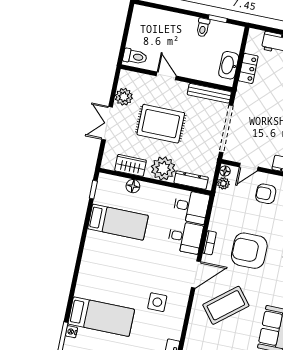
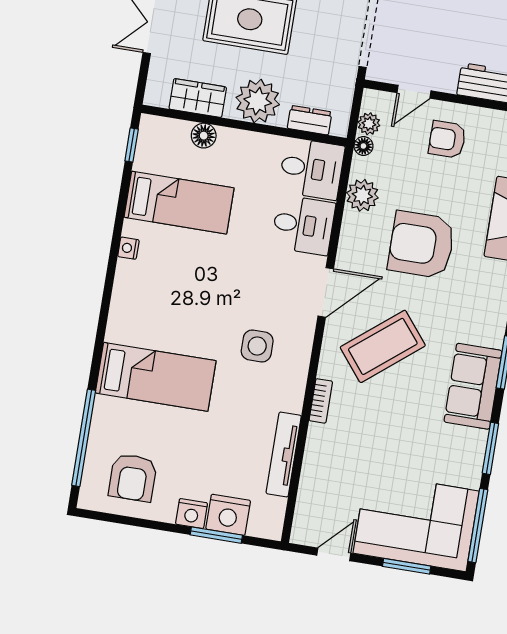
floor lamp: (225, 171) -> (363, 146), moved
dresser: (191, 180) -> (310, 120), width x0.70
plant: (218, 222) -> (362, 195), added
bookcase: (210, 243) -> (321, 401), moved
nightstand: (71, 332) -> (128, 248), moved

